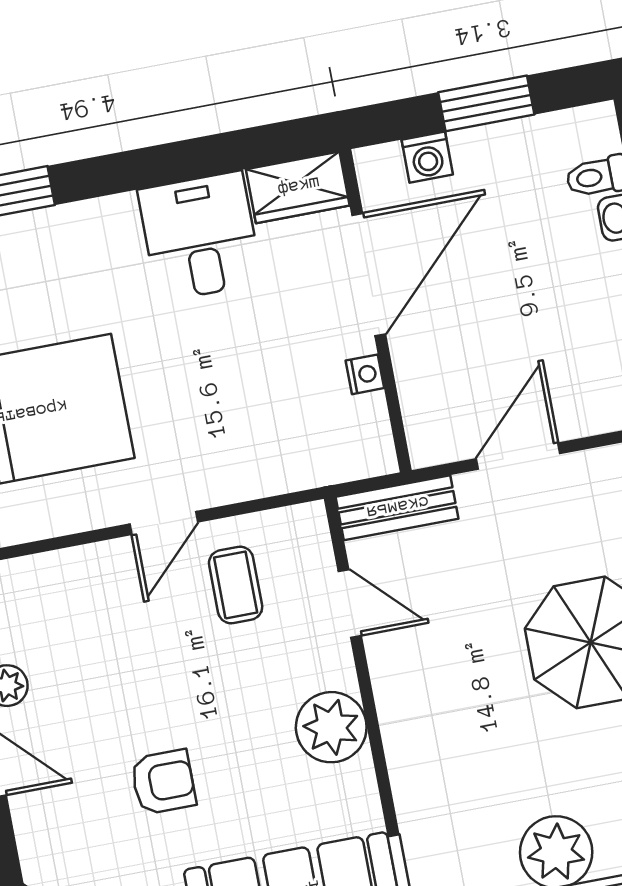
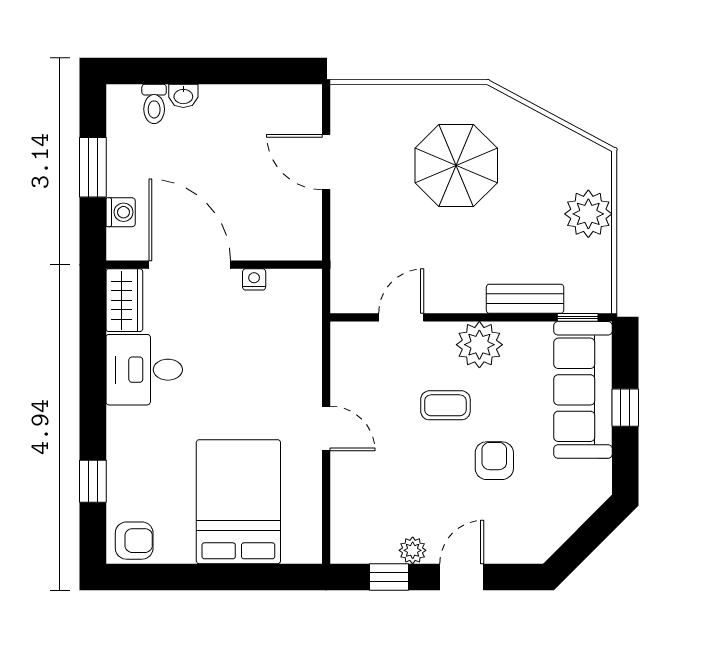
door: (518, 456) -> (326, 162), moved
bench: (397, 508) -> (525, 299), moved, turned 90
coffee table: (236, 585) -> (445, 405), moved

